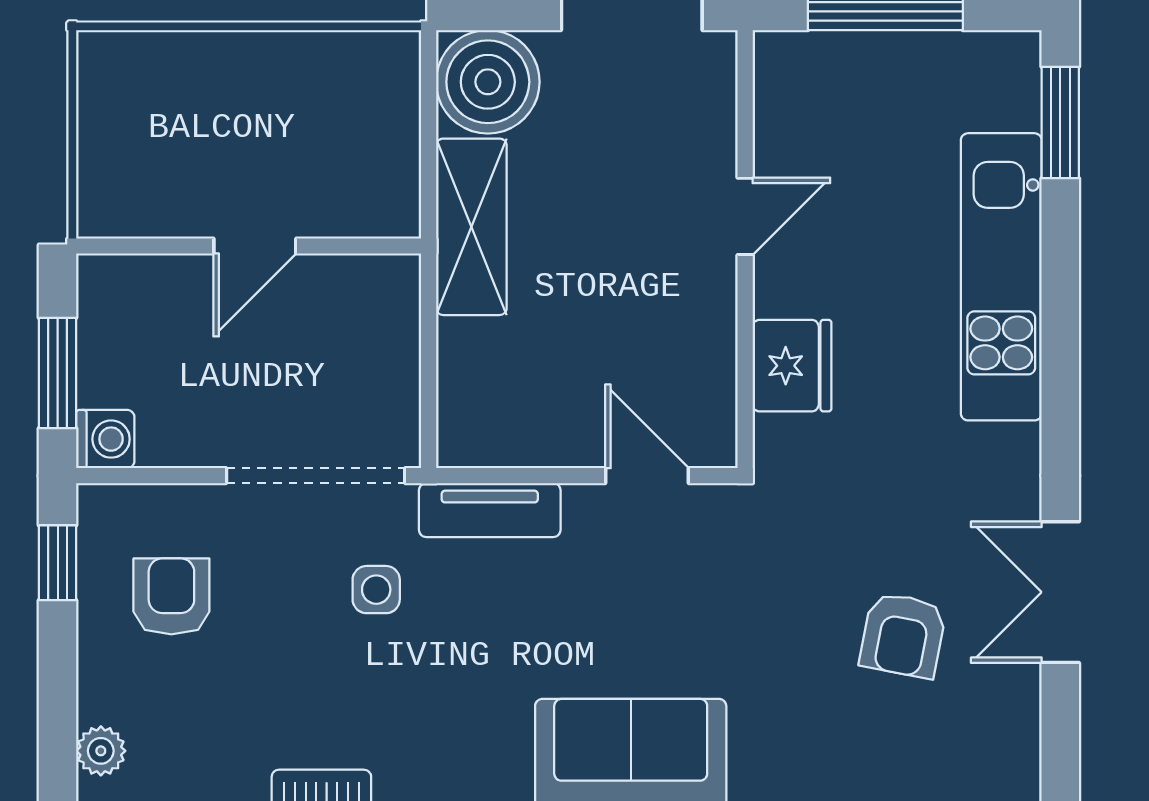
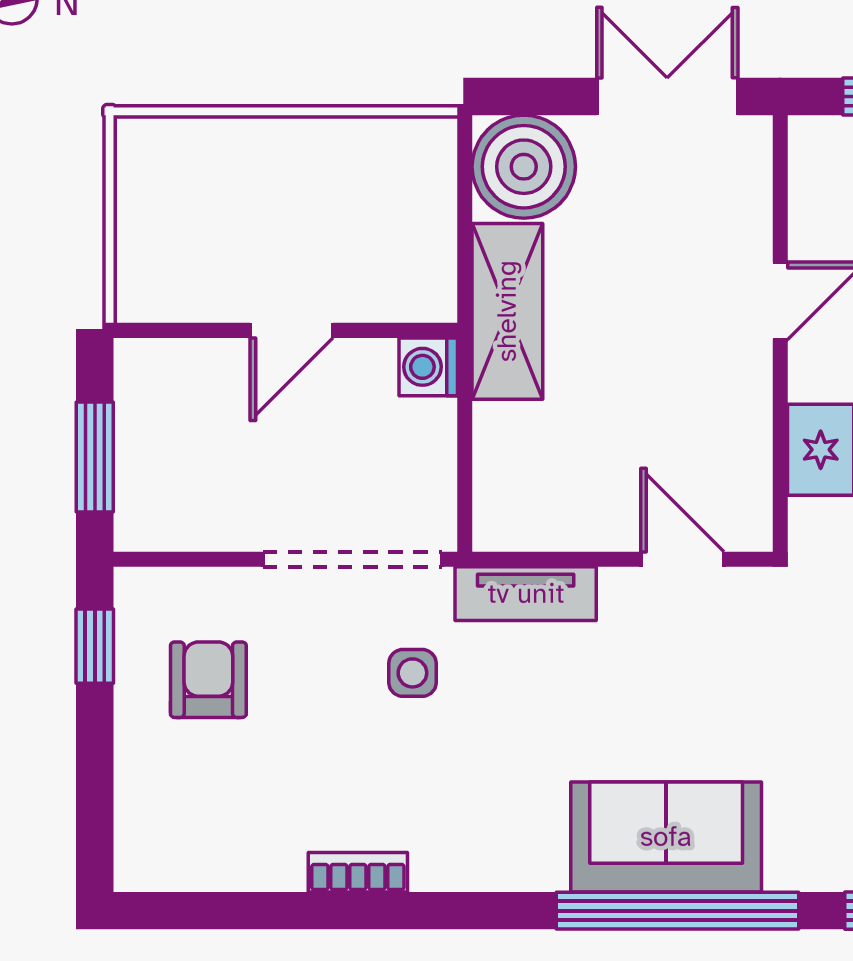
washing machine: (105, 439) -> (428, 367), moved, turned 180
plant: (101, 751) -> (138, 834), removed

